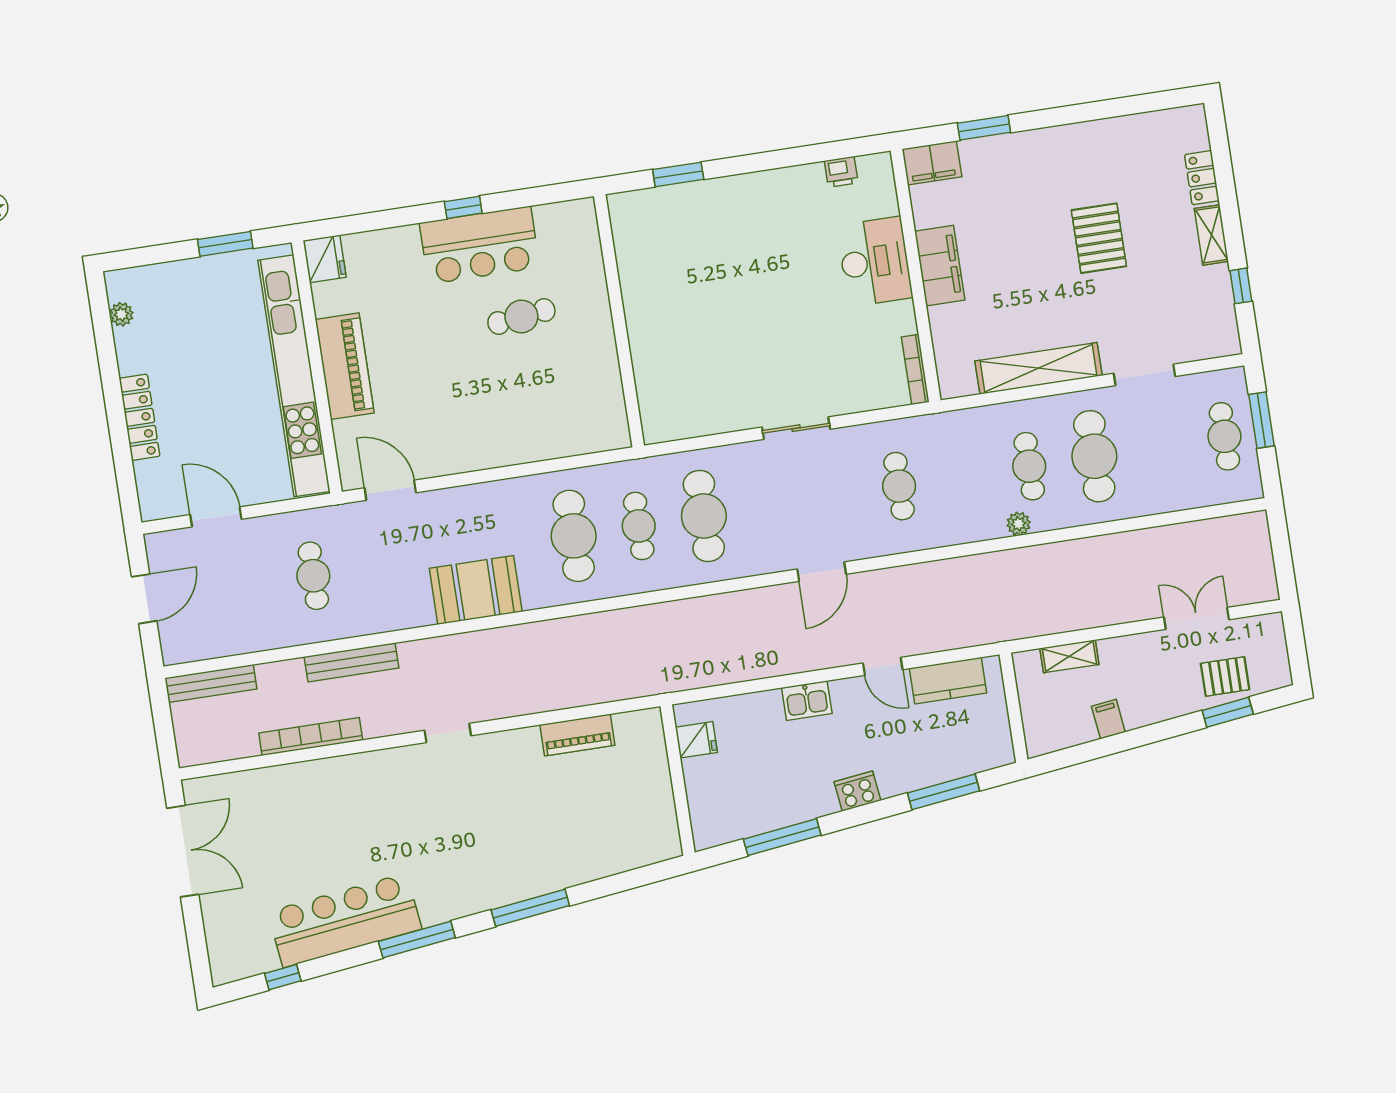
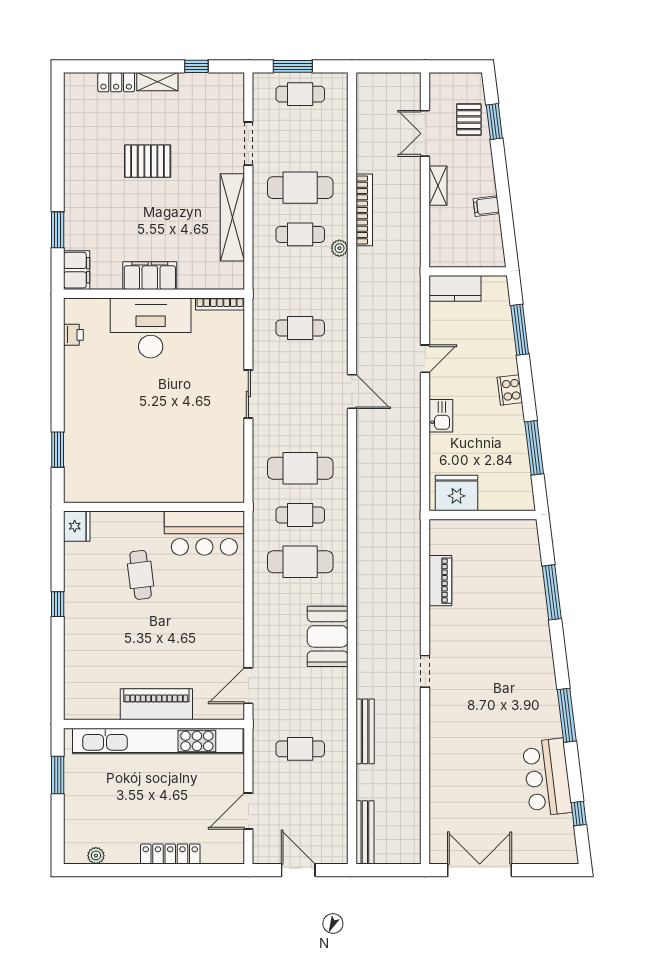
bar counter: (480, 245) -> (204, 533), moved, turned 90
fridge: (325, 259) -> (77, 526), moved, turned 90
desk: (875, 262) -> (151, 328), width x1.36, depth x1.30
shelving: (1069, 656) -> (438, 186), moved
kitchen counter: (948, 681) -> (455, 288), moved, turned 90
bookcase: (311, 736) -> (364, 210), moved, turned 180
fridge: (696, 740) -> (457, 493), width x1.88, depth x1.34
window: (530, 908) -> (552, 592), moved
bar counter: (345, 920) -> (547, 777), width x0.73

